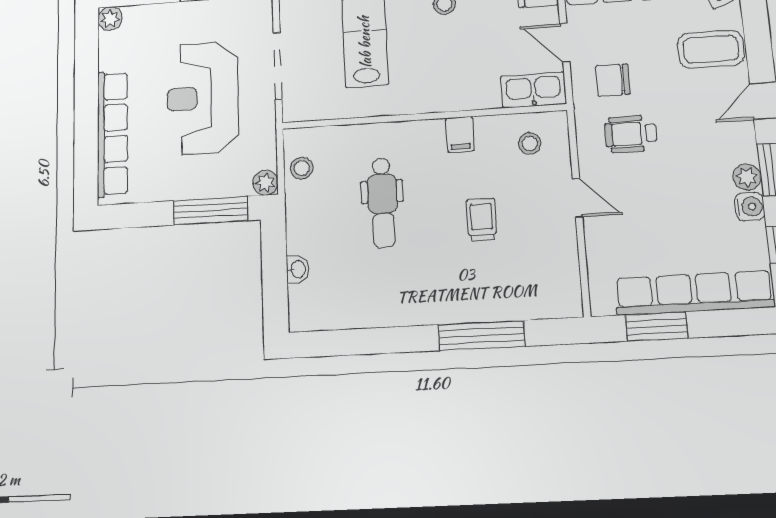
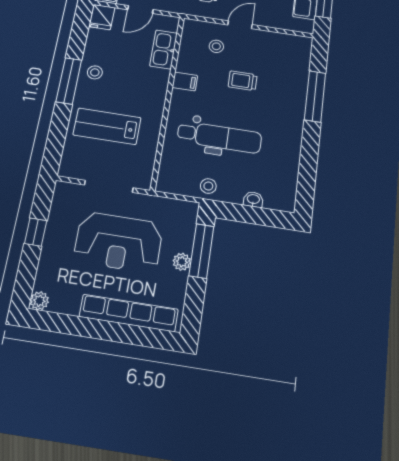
kitchen sink: (533, 90) -> (164, 49), moved
stool: (530, 143) -> (216, 46), moved
stool: (302, 168) -> (208, 186), moved
plant: (266, 183) -> (182, 262), moved
dental chair: (383, 203) -> (219, 137), width x1.36, depth x1.38

